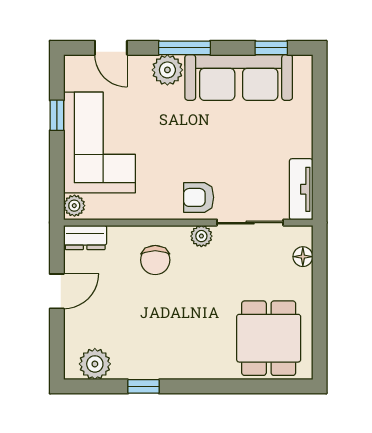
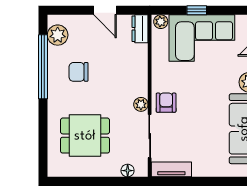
window: (57, 115) -> (197, 10), moved
chair: (155, 260) -> (79, 72), moved
dining table: (269, 338) -> (85, 136), moved
window: (144, 386) -> (43, 67), width x3.17

